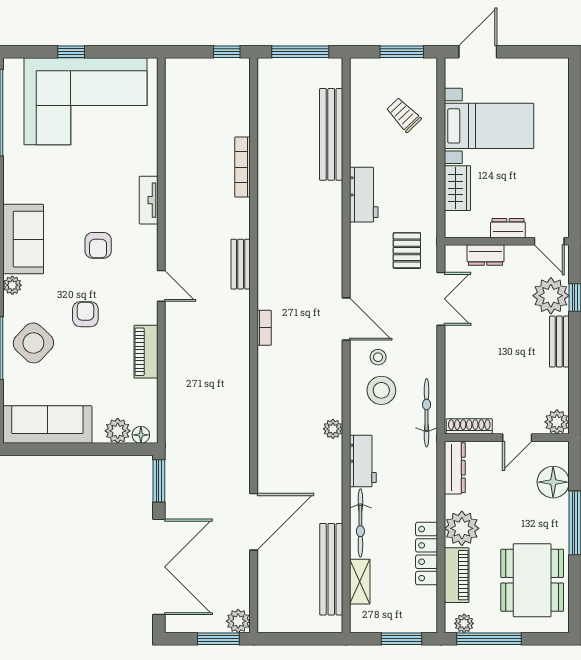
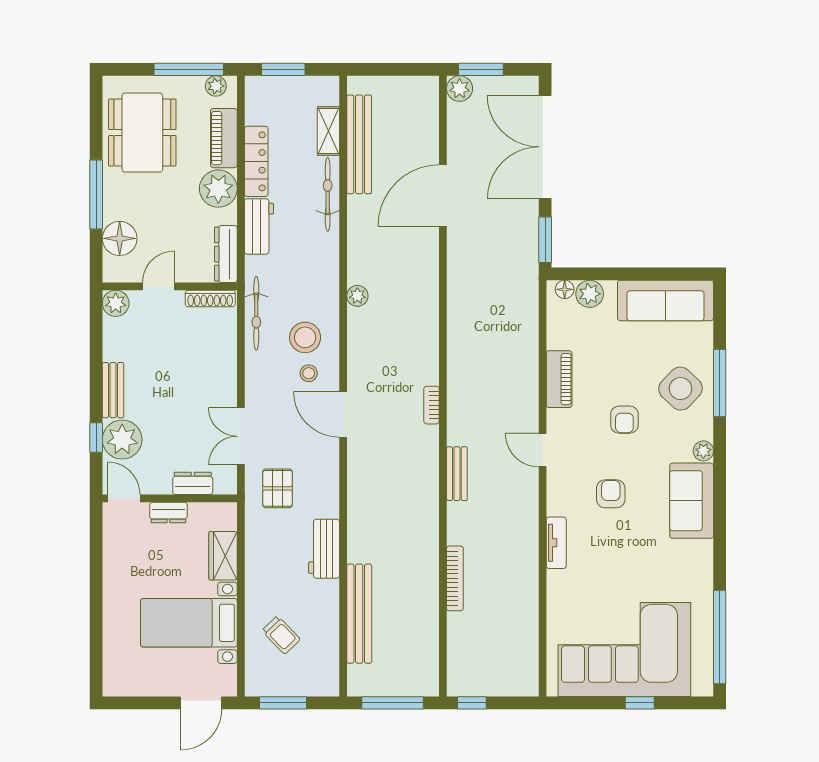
workbench: (363, 461) -> (259, 226), moved, turned 180

